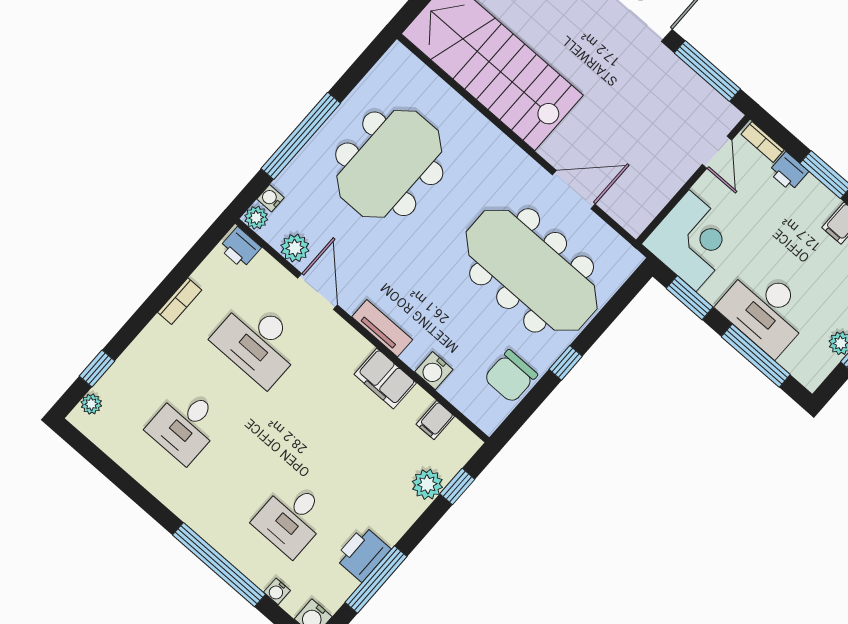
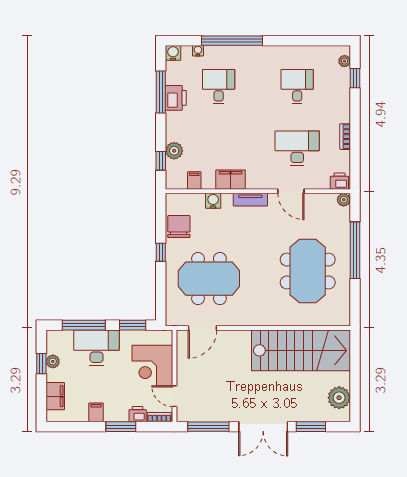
door: (574, 190) -> (202, 328), moved
water cooler: (271, 198) -> (345, 213), removed
corner desk: (692, 241) -> (152, 365), moved
plant: (295, 248) -> (316, 201), removed
meeting table: (532, 270) -> (209, 279), width x0.73

